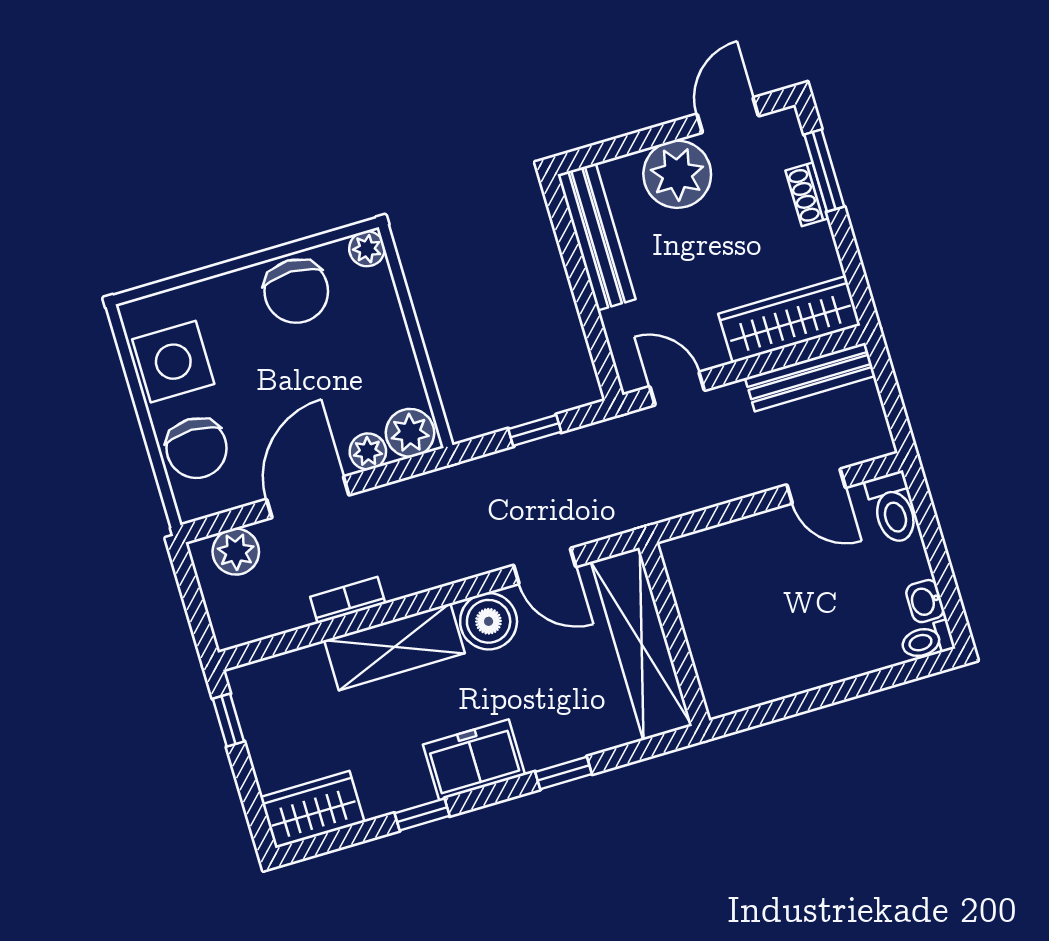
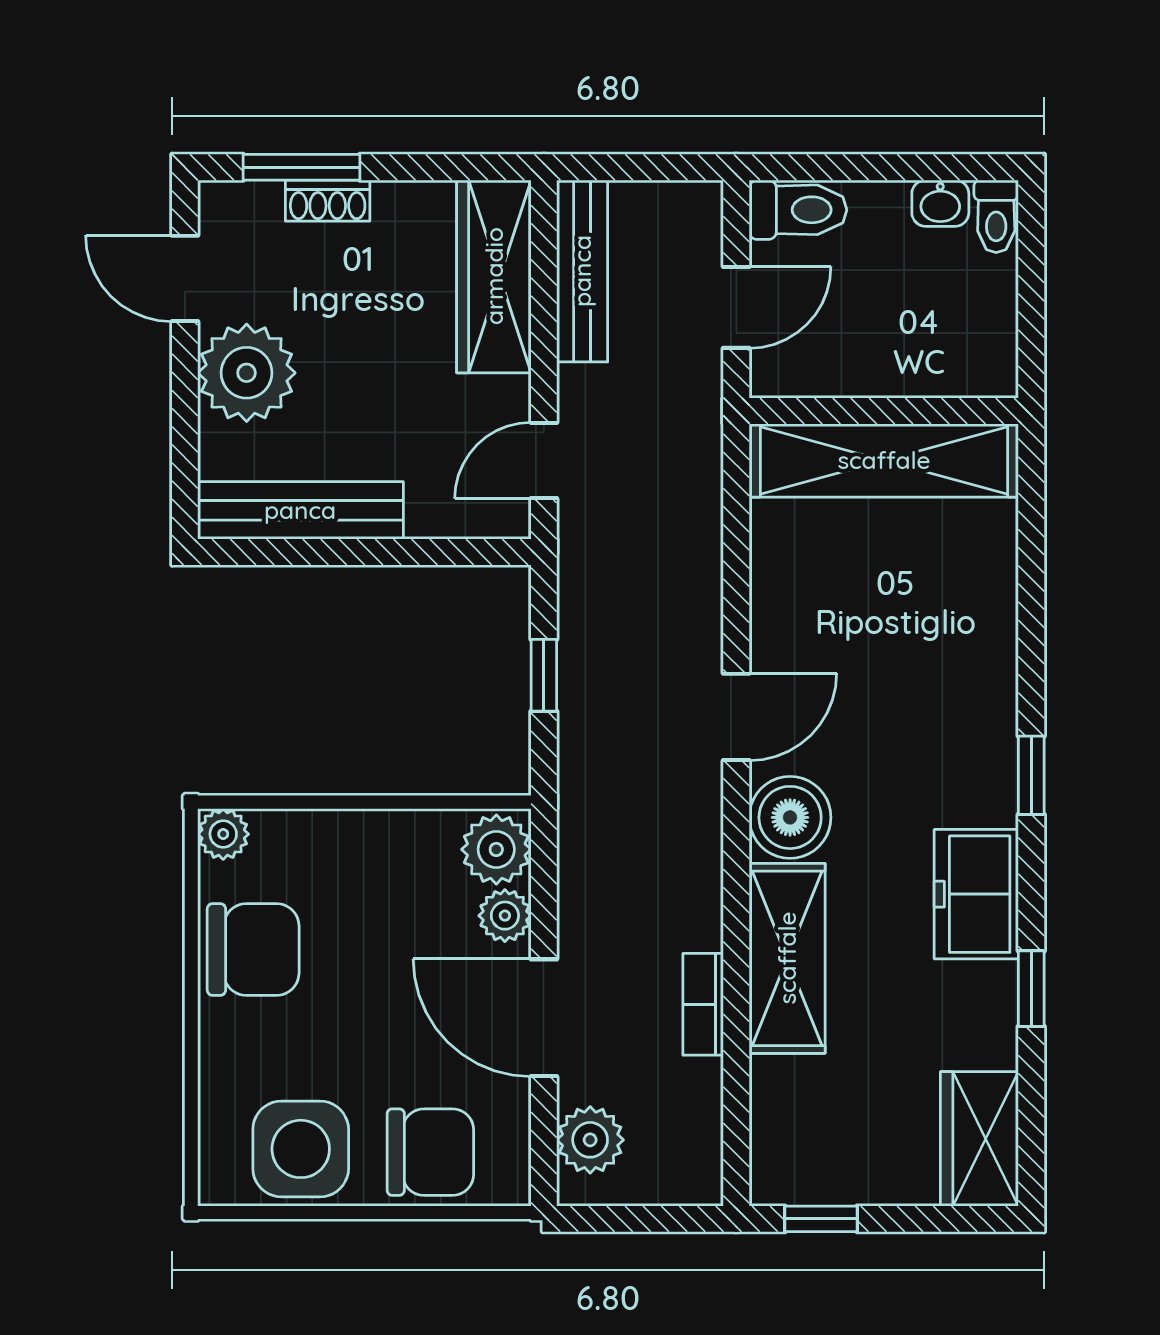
wall: (674, 634) -> (884, 411), moved
shelving: (641, 644) -> (884, 460), moved

